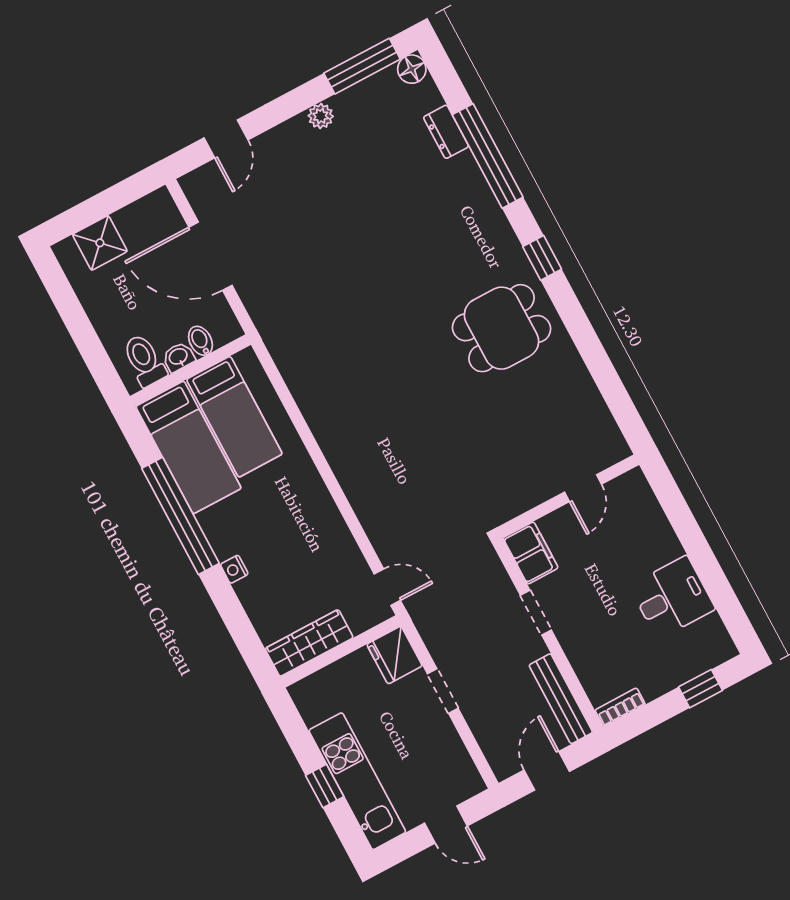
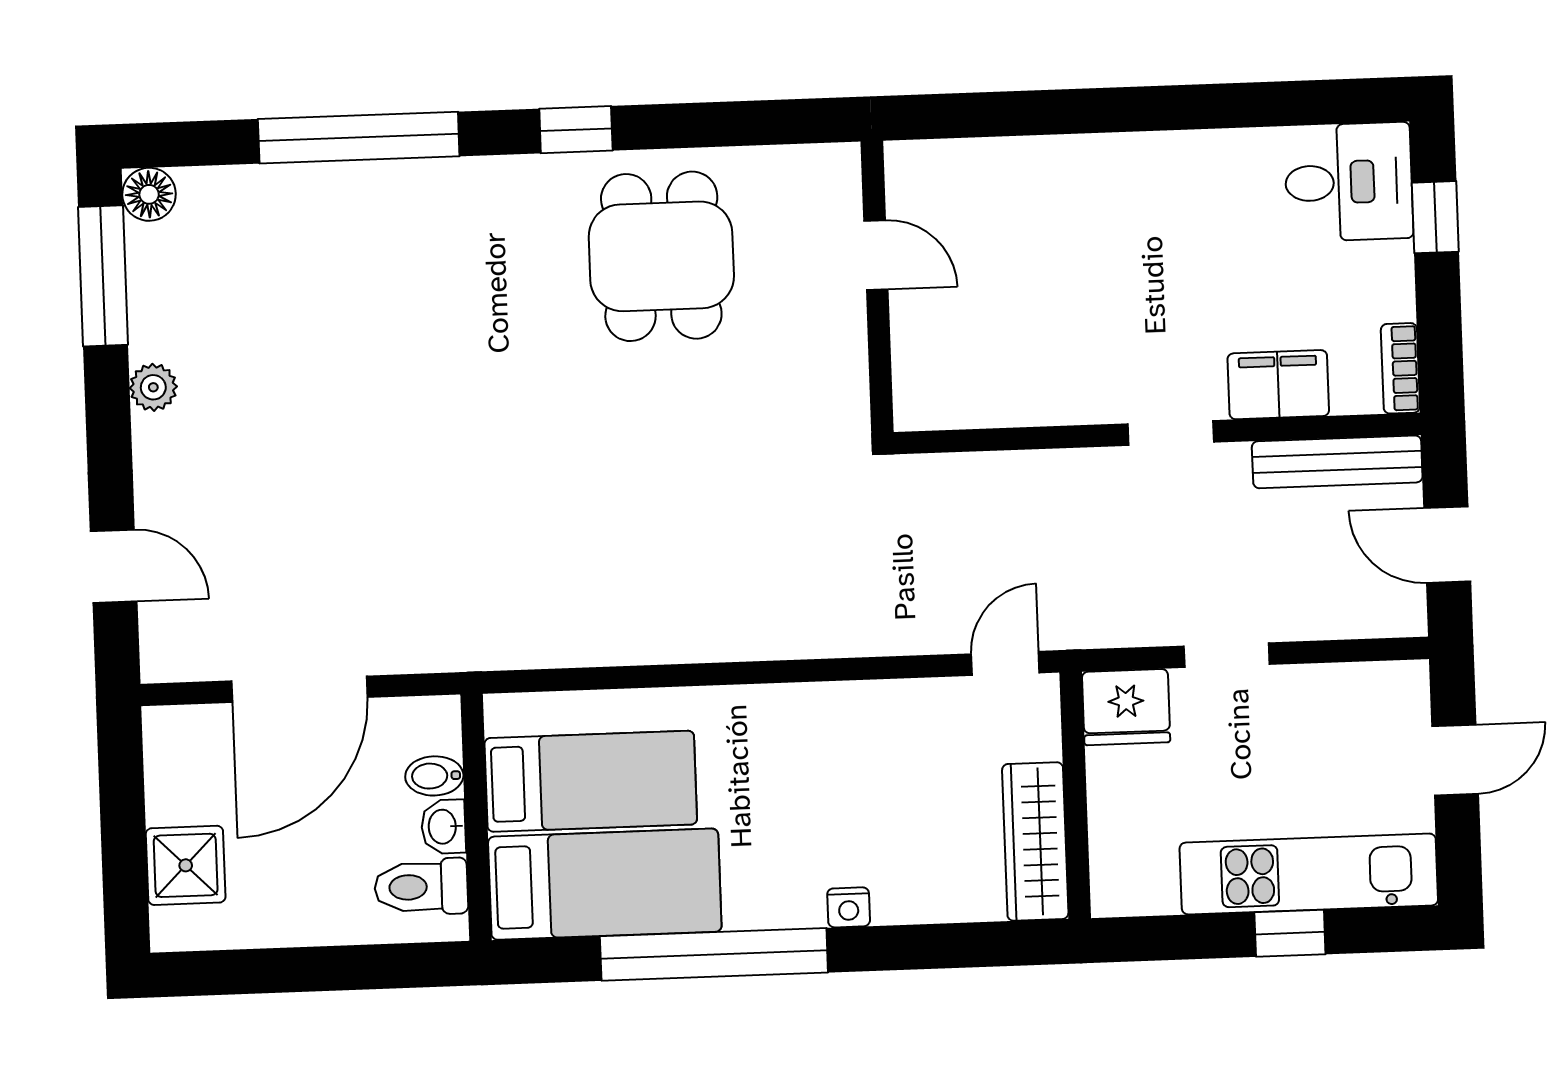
dresser: (446, 132) -> (283, 188), removed
door: (583, 488) -> (876, 255), moved
wall: (568, 496) -> (877, 287), moved
filing cabinet: (531, 553) -> (1278, 385), moved
desk: (672, 597) -> (1349, 182), moved, turned 90

